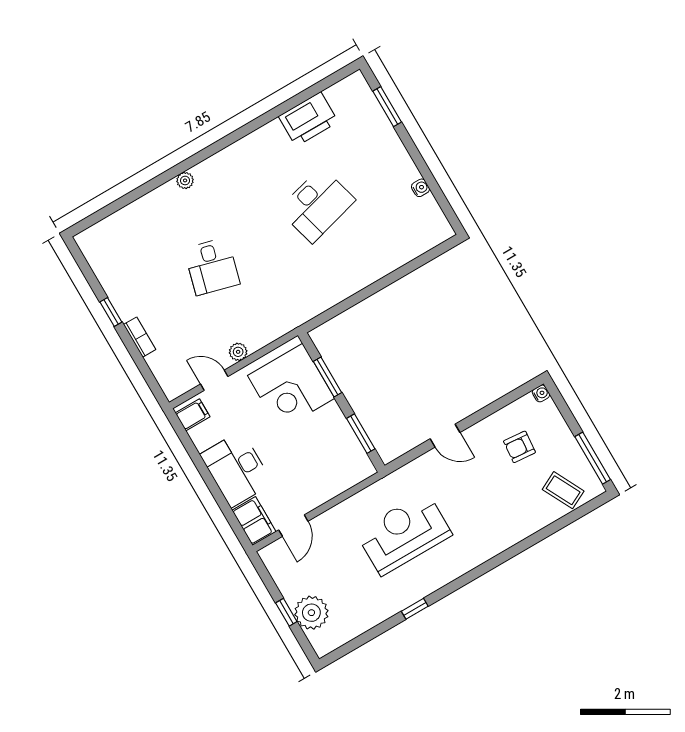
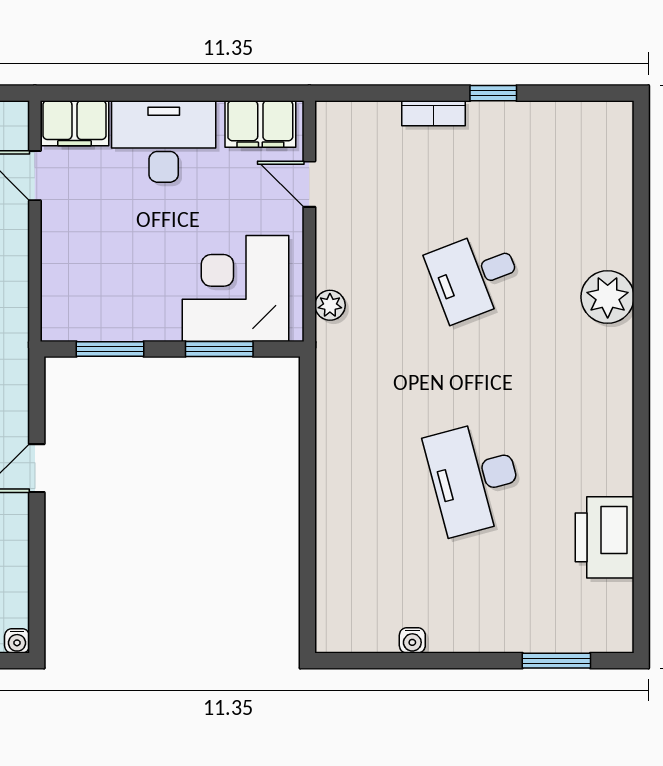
plant: (185, 180) -> (608, 297), width x1.87, depth x1.87
desk: (212, 266) -> (474, 276), turned -36
plant: (238, 352) -> (330, 305), moved
door: (214, 380) -> (309, 184), swing flipped
filing cabinet: (193, 415) -> (260, 124), width x2.00

